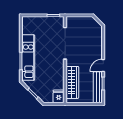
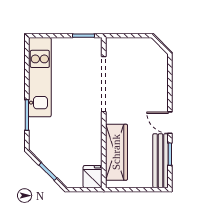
kitchen unit: (28, 58) -> (40, 77), moved
door: (103, 65) -> (170, 123), hinge flipped

